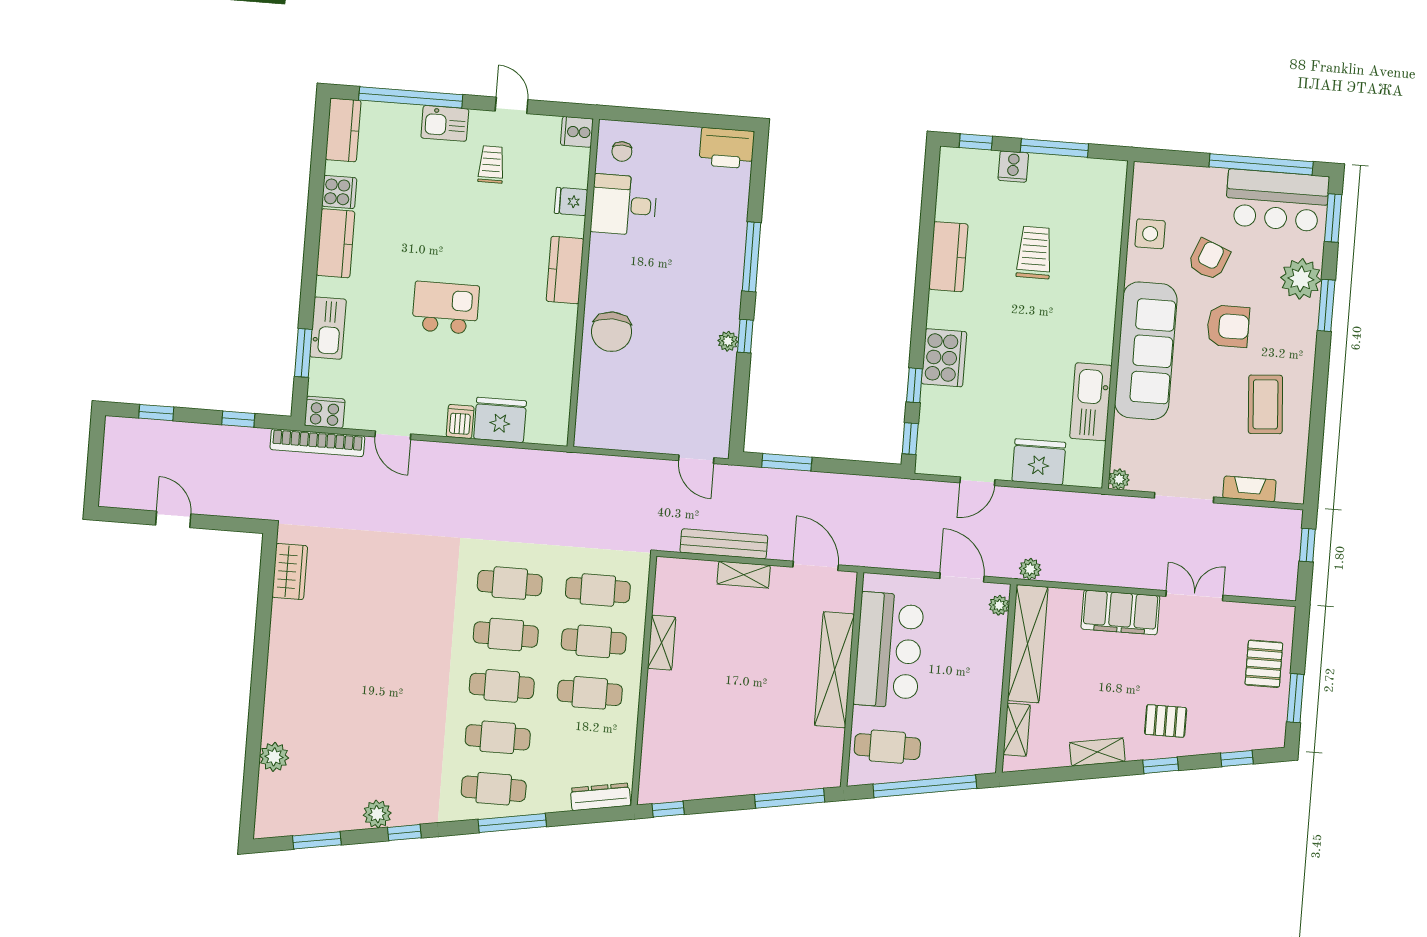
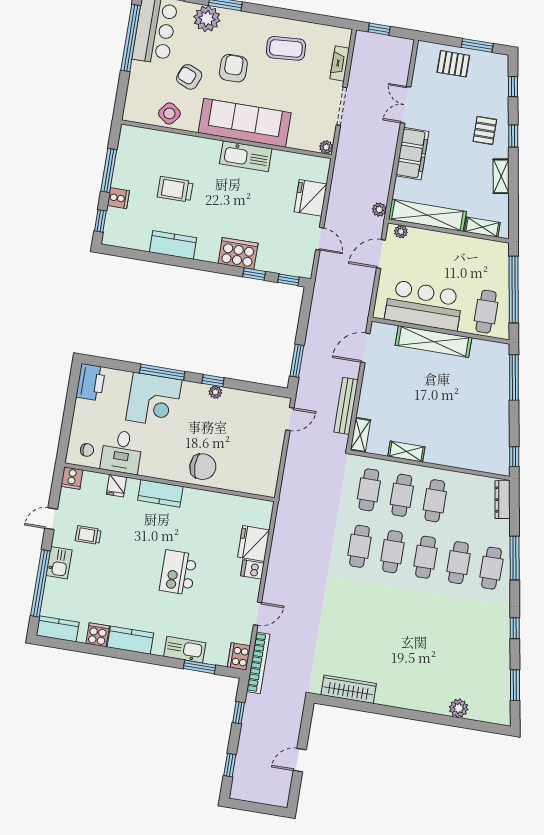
side table: (1150, 234) -> (169, 113), turned 37
corner desk: (708, 248) -> (154, 400), added
kitchen sink: (1091, 402) -> (246, 156), moved
wardrobe: (290, 572) -> (349, 689), width x1.50
shelving: (744, 575) -> (360, 435), moved
plant: (377, 814) -> (501, 645), removed

